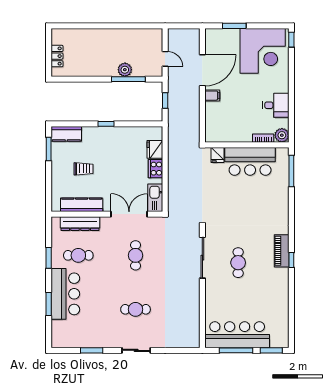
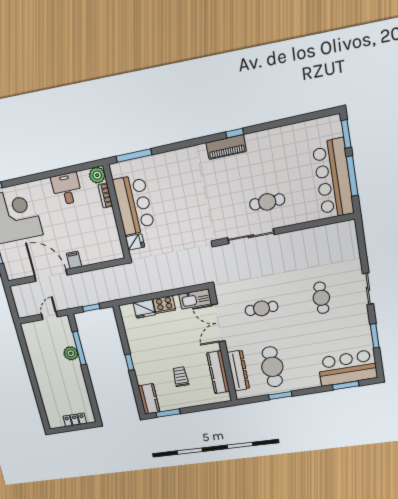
cafe table: (78, 255) -> (272, 367), width x1.37, depth x1.35
cafe table: (238, 263) -> (267, 202), moved
bar counter: (65, 294) -> (347, 368), moved
window: (49, 304) -> (346, 385), moved

